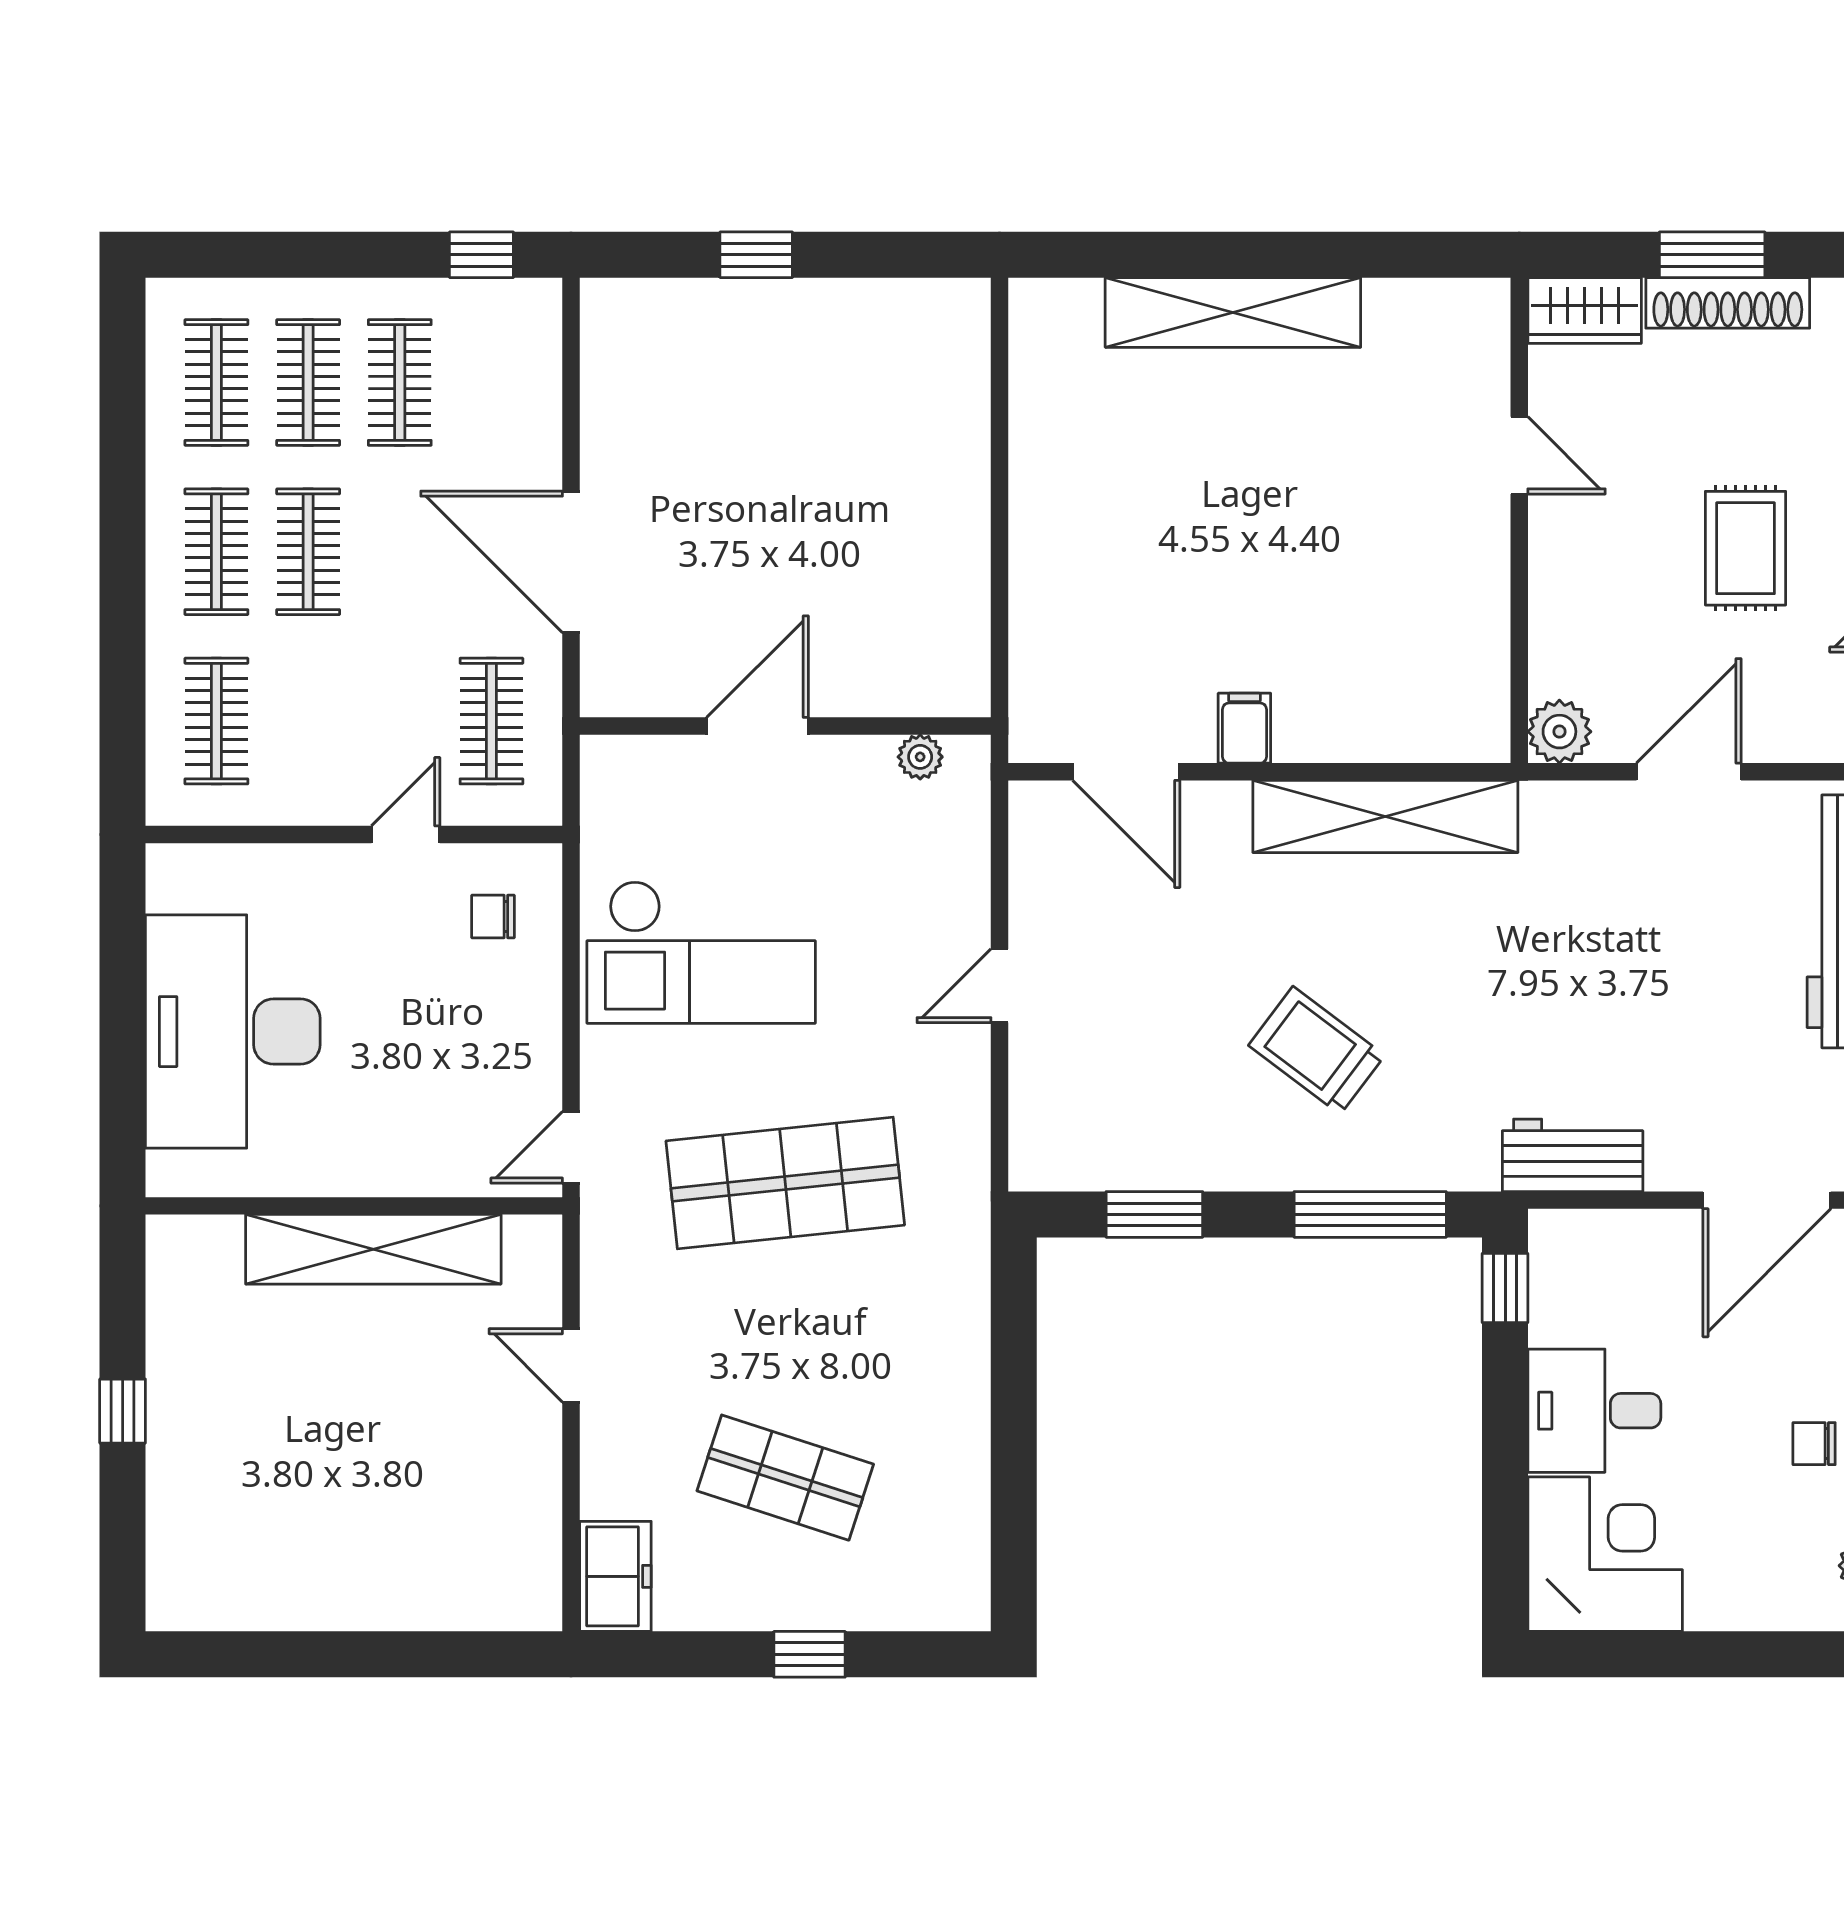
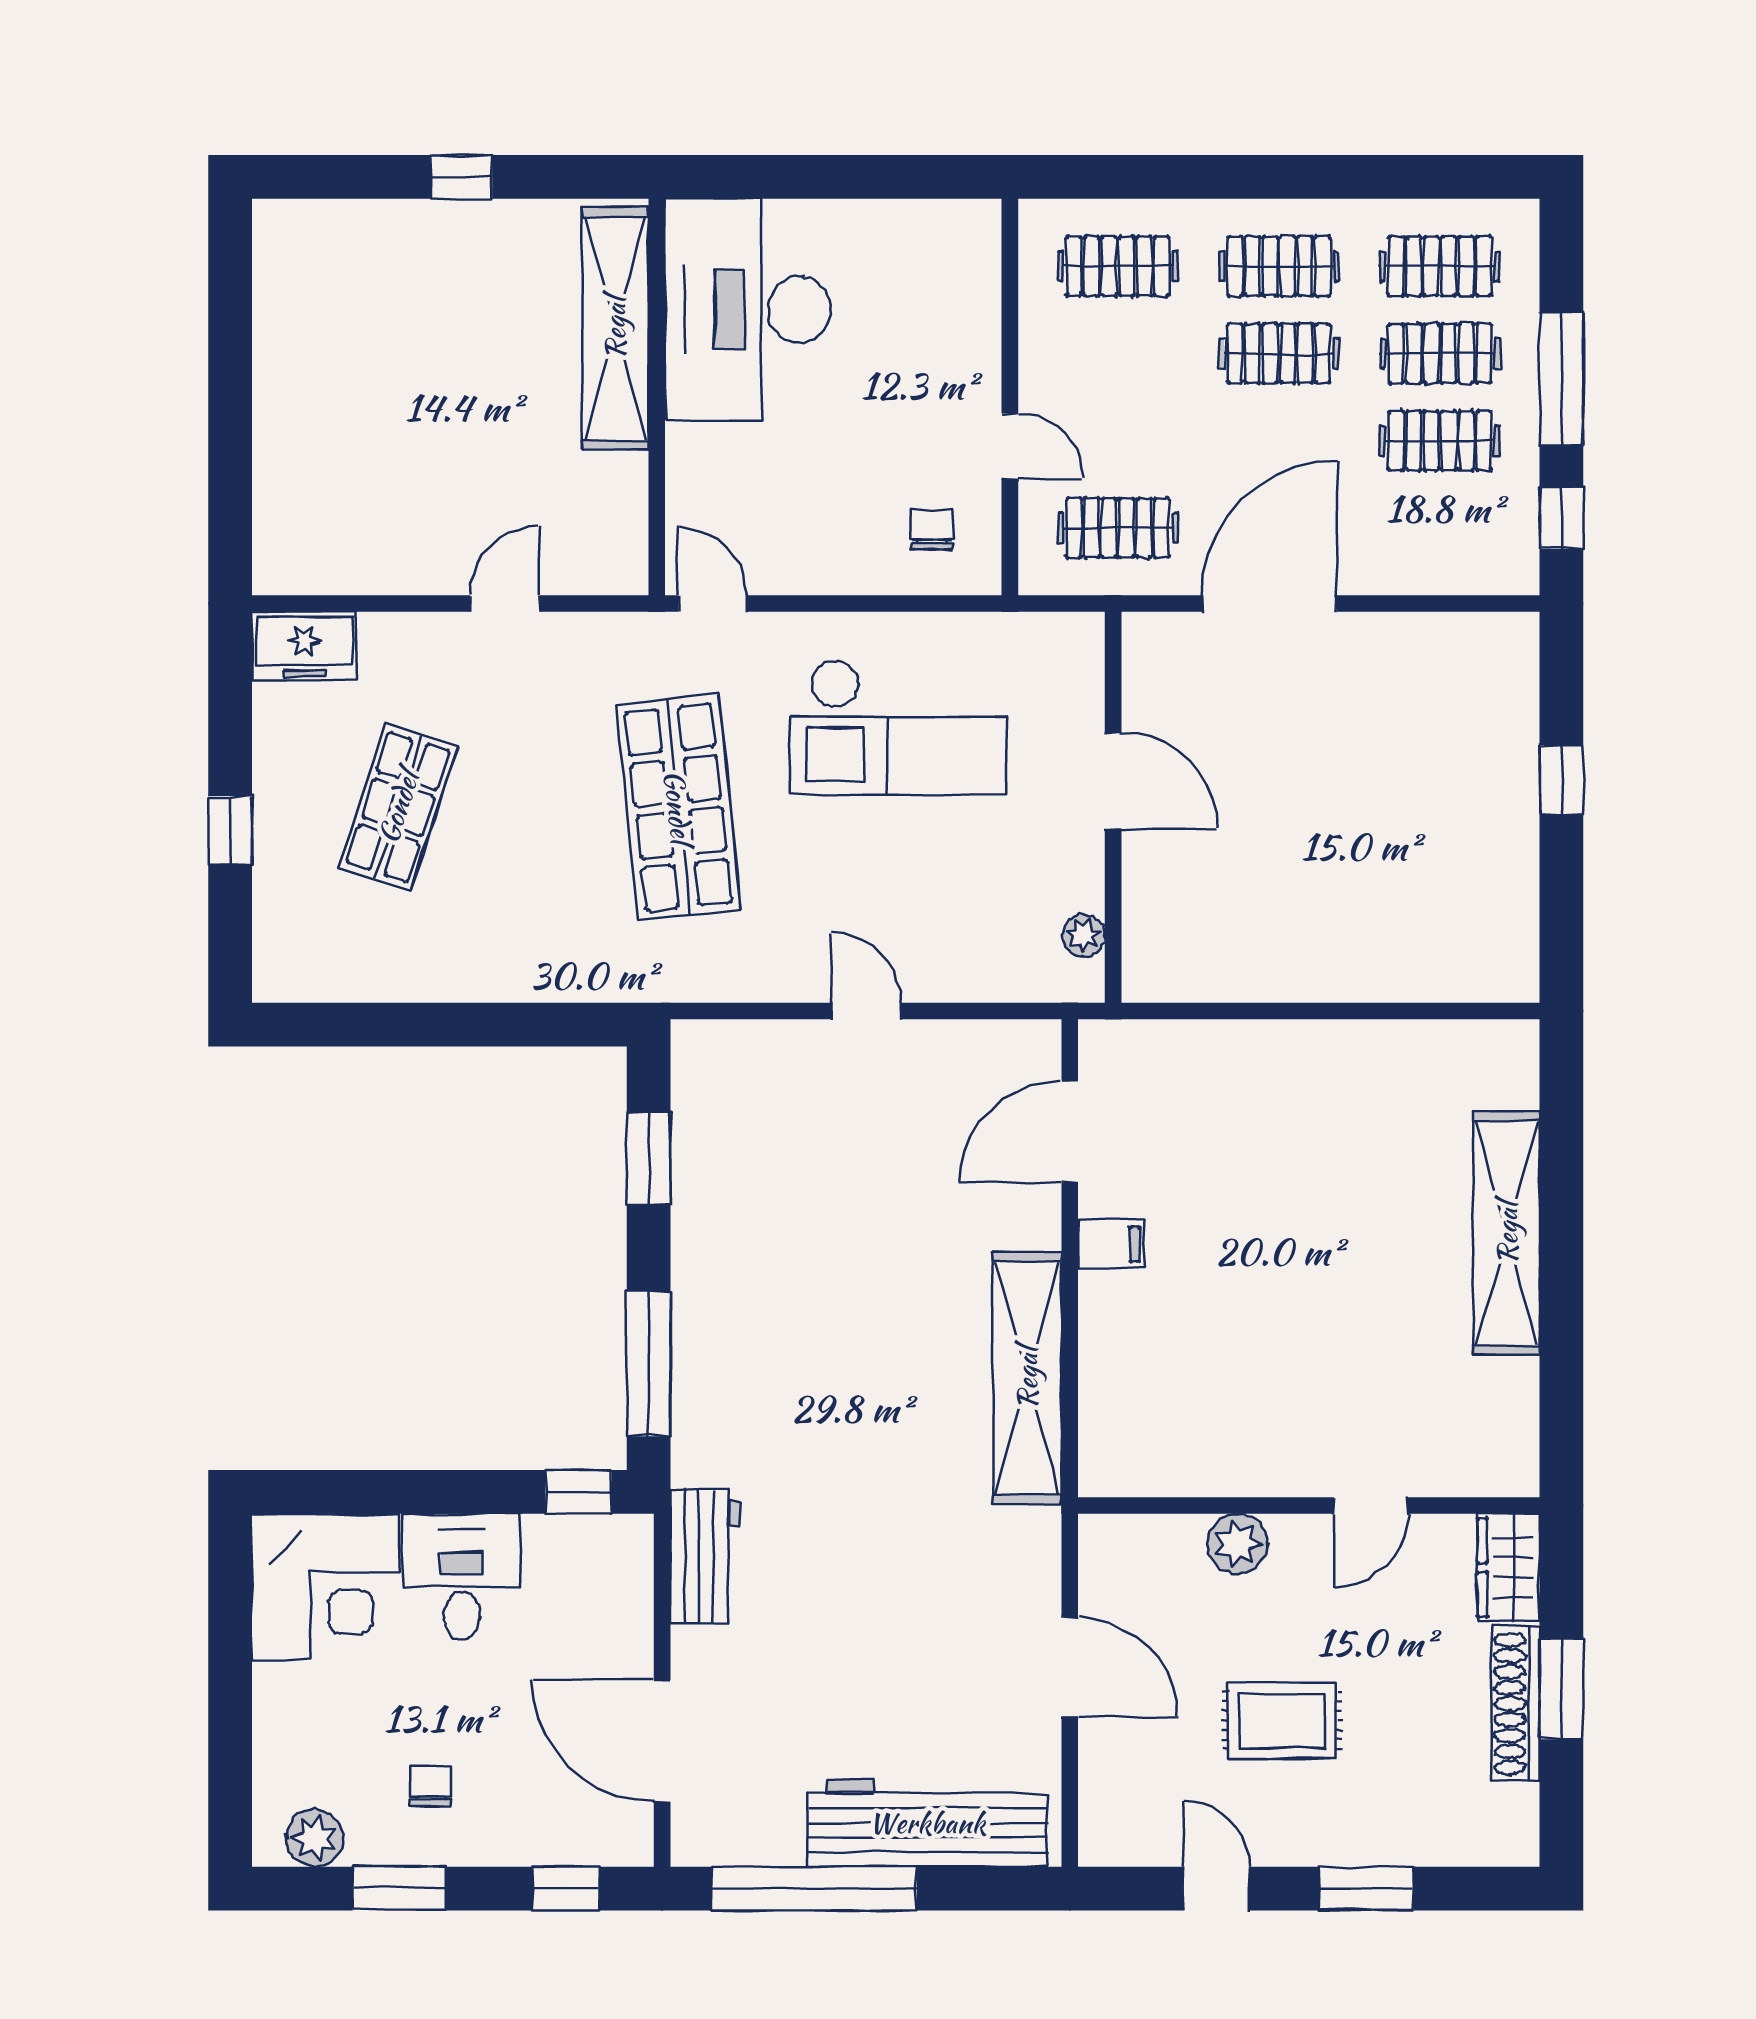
window: (335, 255) -> (1561, 379), added
plant: (1559, 732) -> (1238, 1544), moved
checkout: (701, 952) -> (898, 727), turned -90
desk: (233, 1032) -> (748, 310), moved, turned -90
trolley: (1317, 1050) -> (805, 1313), removed
shelving: (373, 1249) -> (615, 328), moved

